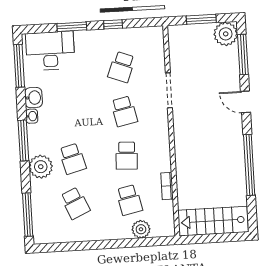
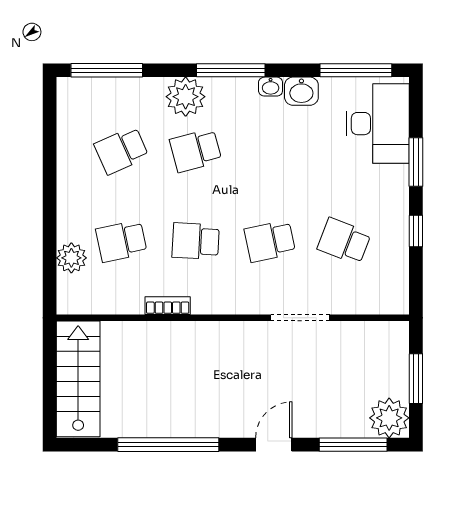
bookcase: (167, 186) -> (168, 306), moved

